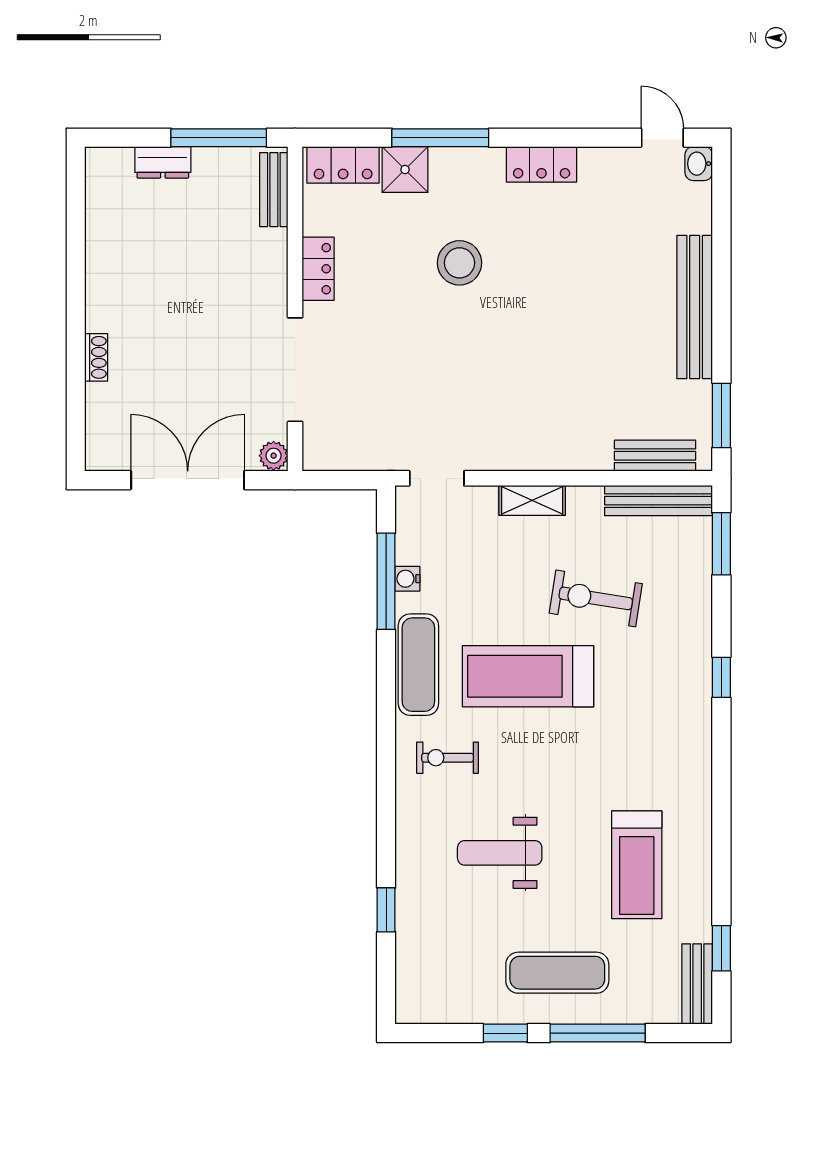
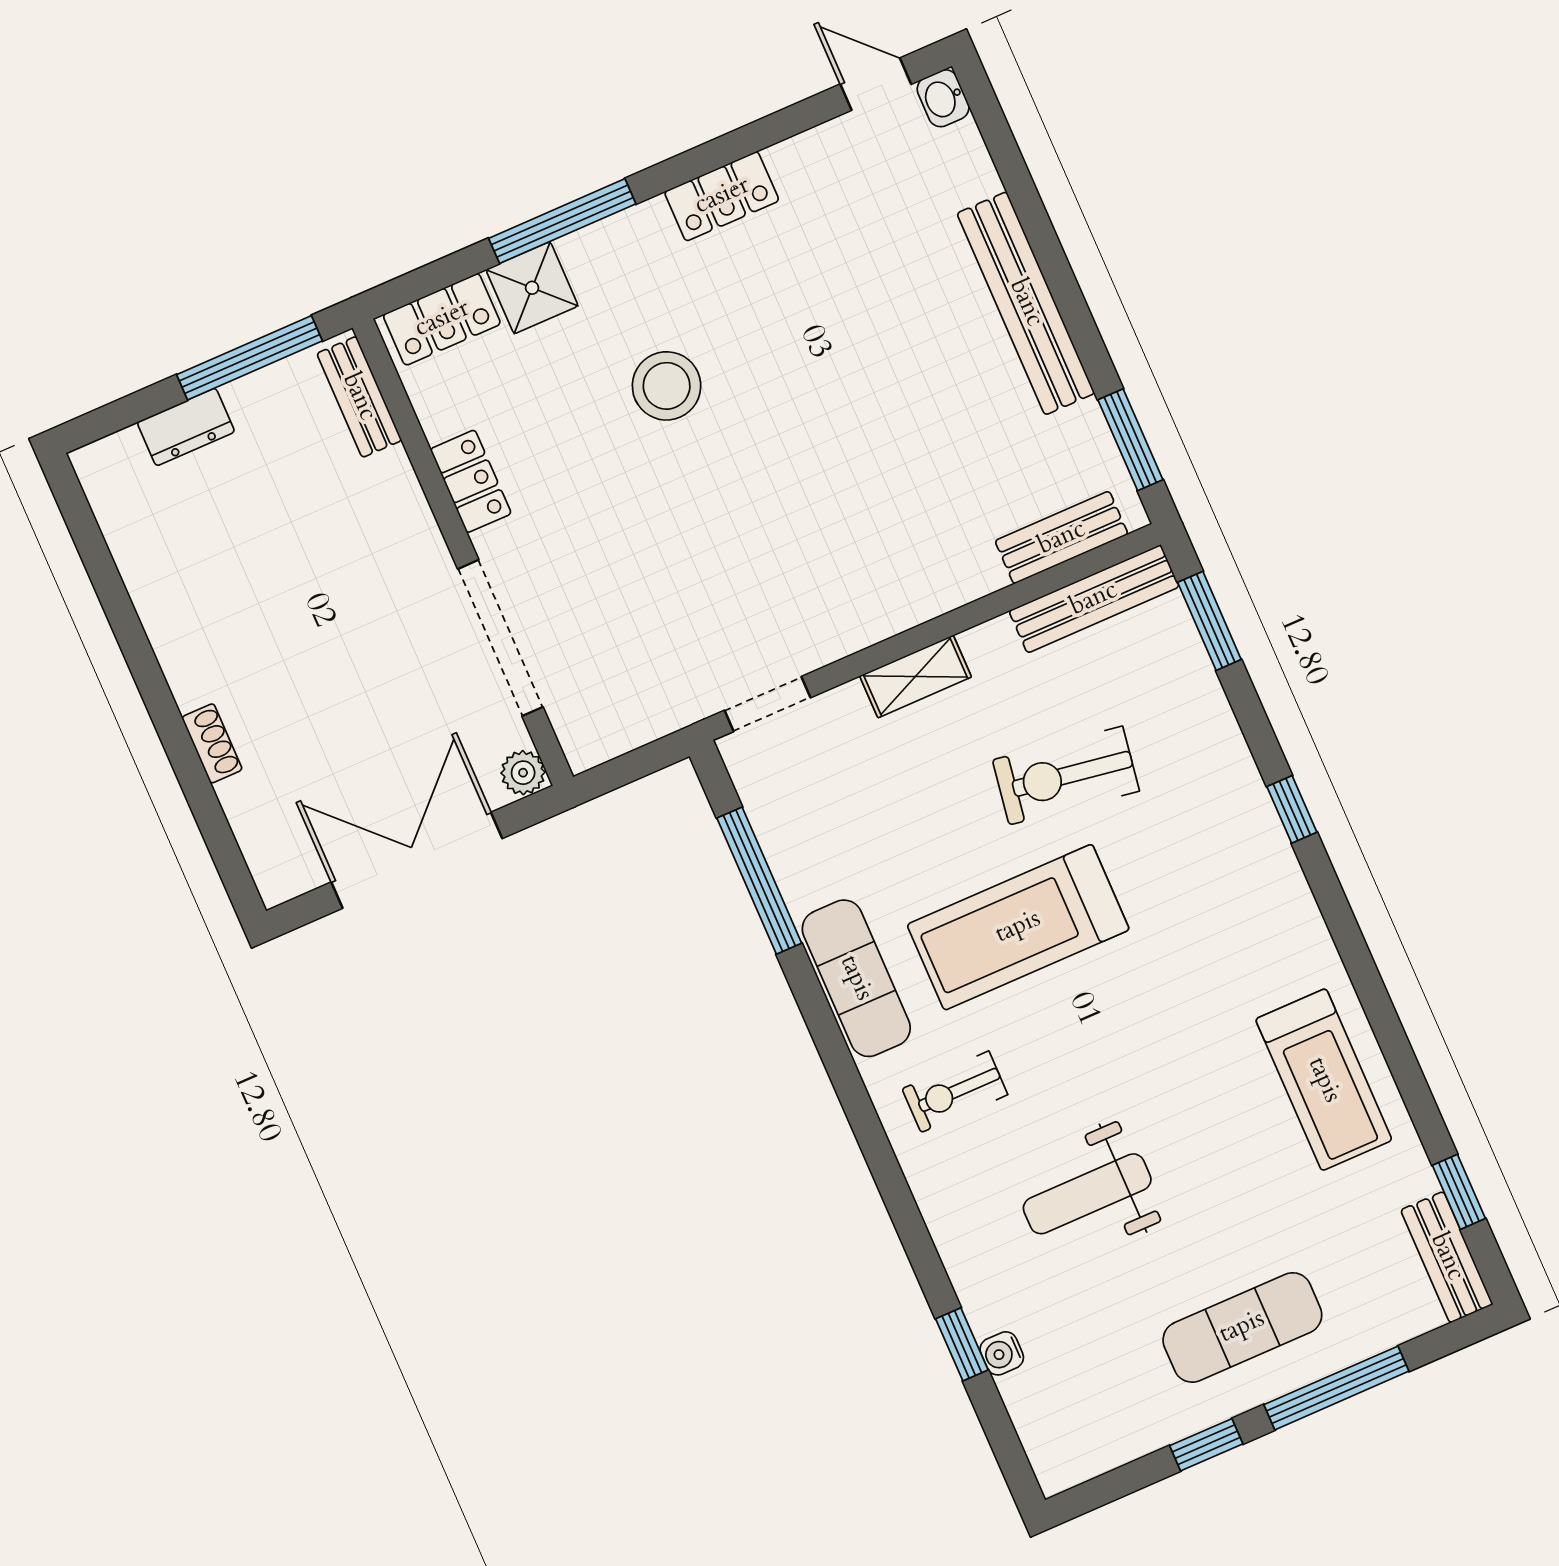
water cooler: (407, 579) -> (1002, 1353), moved
treadmill: (637, 865) -> (1324, 1080), moved

